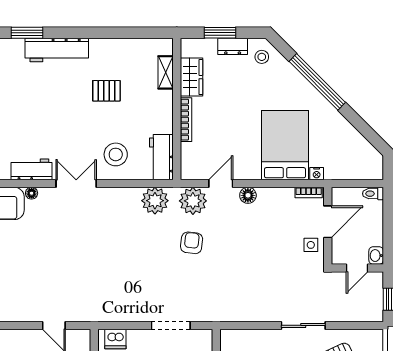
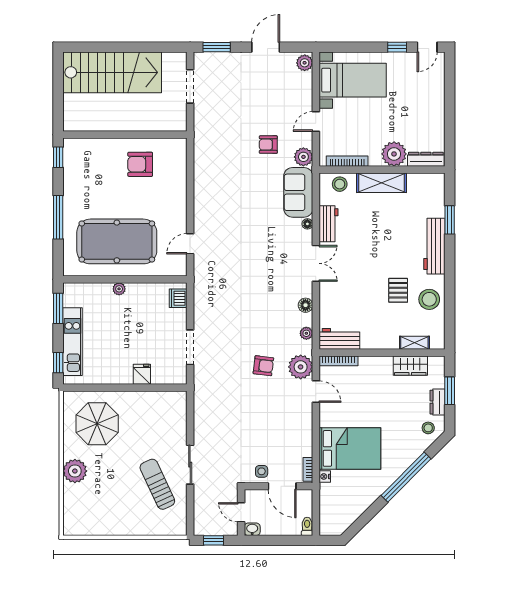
bookcase: (186, 120) -> (339, 361), moved
stool: (116, 154) -> (429, 299), moved
floor lamp: (248, 195) -> (305, 305), moved
plant: (155, 201) -> (306, 333), width x0.53, depth x0.53

